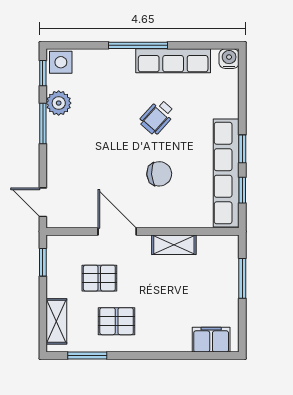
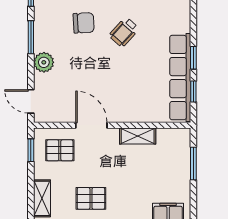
plant: (59, 103) -> (44, 62), moved
chair: (159, 174) -> (84, 23), moved
pallet: (99, 278) -> (60, 150), moved

